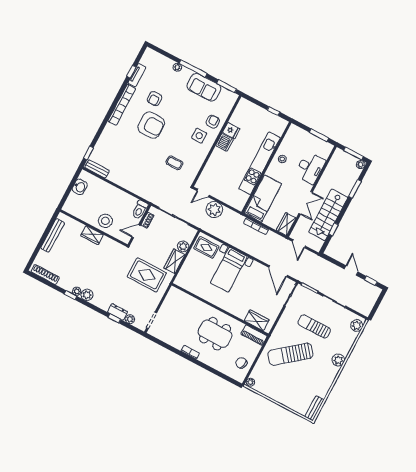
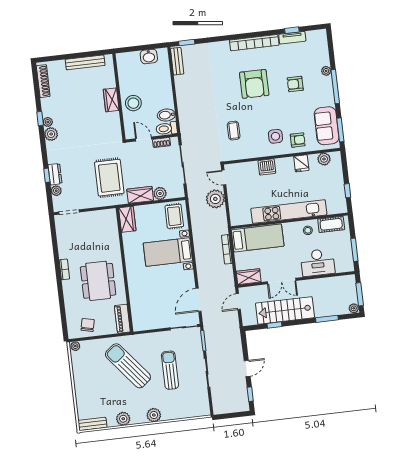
sofa: (204, 87) -> (327, 126), moved
armchair: (155, 99) -> (295, 84), moved
plant: (239, 112) -> (324, 159), added
cot: (290, 139) -> (331, 224), added
dishwasher: (224, 142) -> (267, 167), moved
bidet: (130, 203) -> (166, 115), added
wardrobe: (257, 320) -> (127, 219), moved
plant: (357, 325) -> (123, 419), moved

